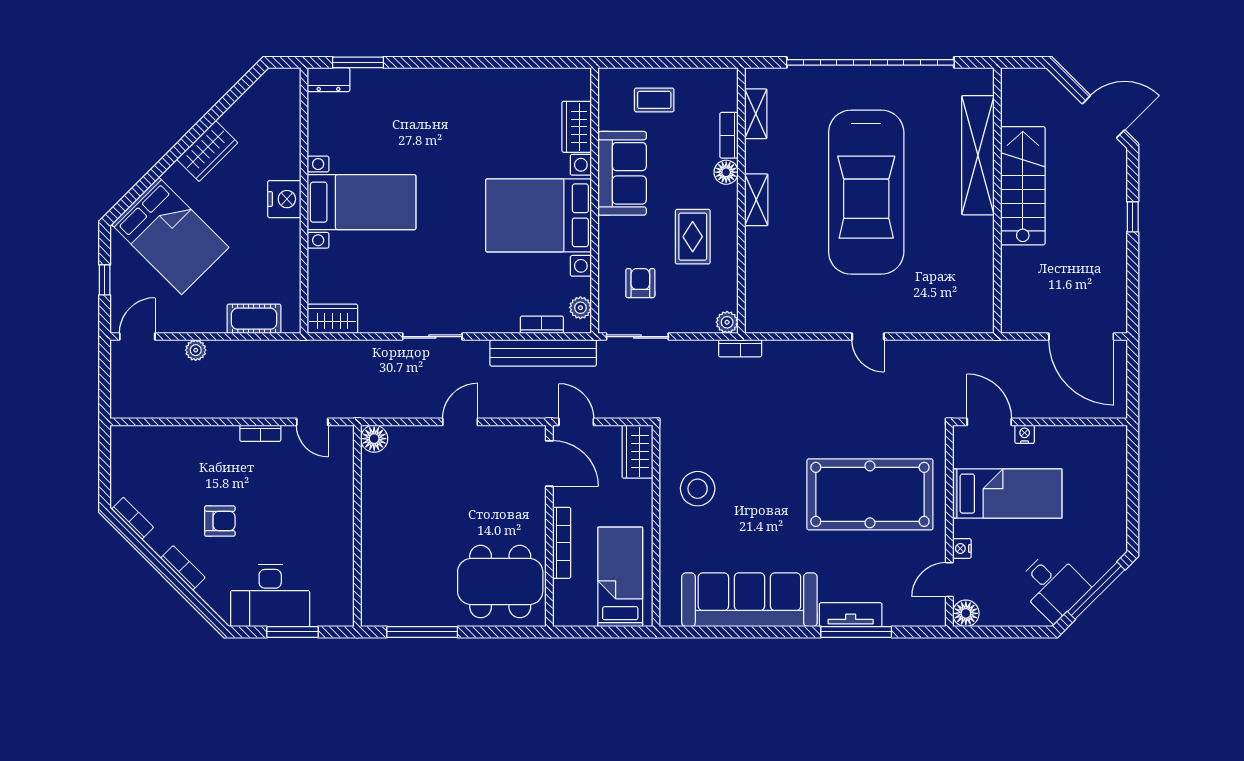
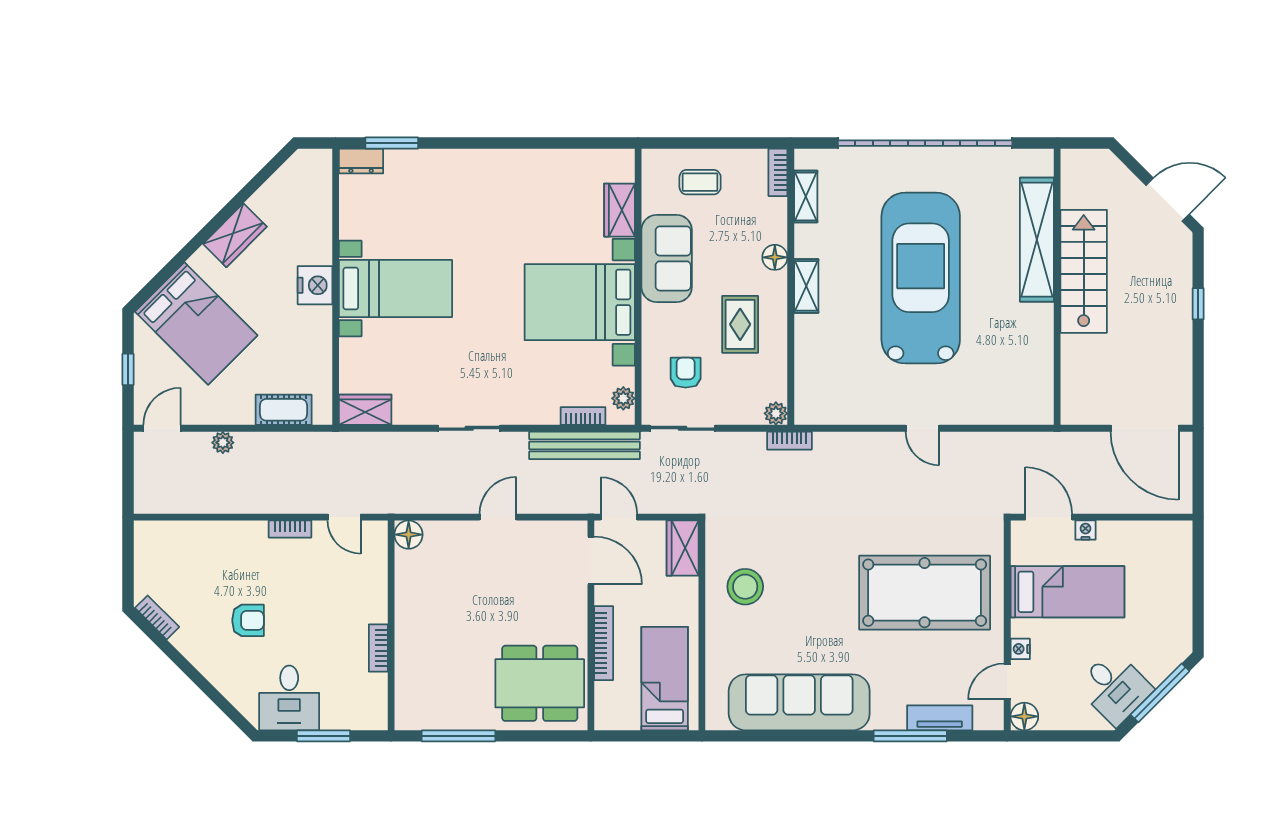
bookcase: (729, 135) -> (778, 172), moved
car: (866, 192) -> (921, 278), turned 180
bookcase: (183, 568) -> (378, 648), moved, turned -135
desk: (270, 596) -> (289, 698), width x0.73
tv unit: (851, 615) -> (940, 718), moved

